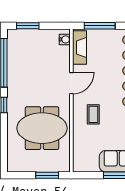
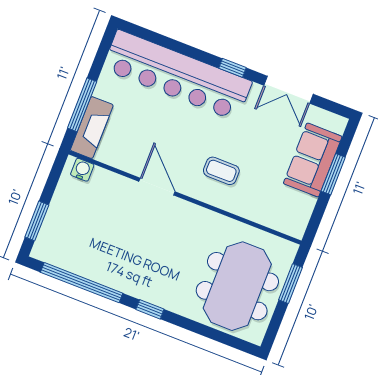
fireplace: (79, 47) -> (92, 128), moved, turned 90
meeting table: (42, 128) -> (237, 286), moved

